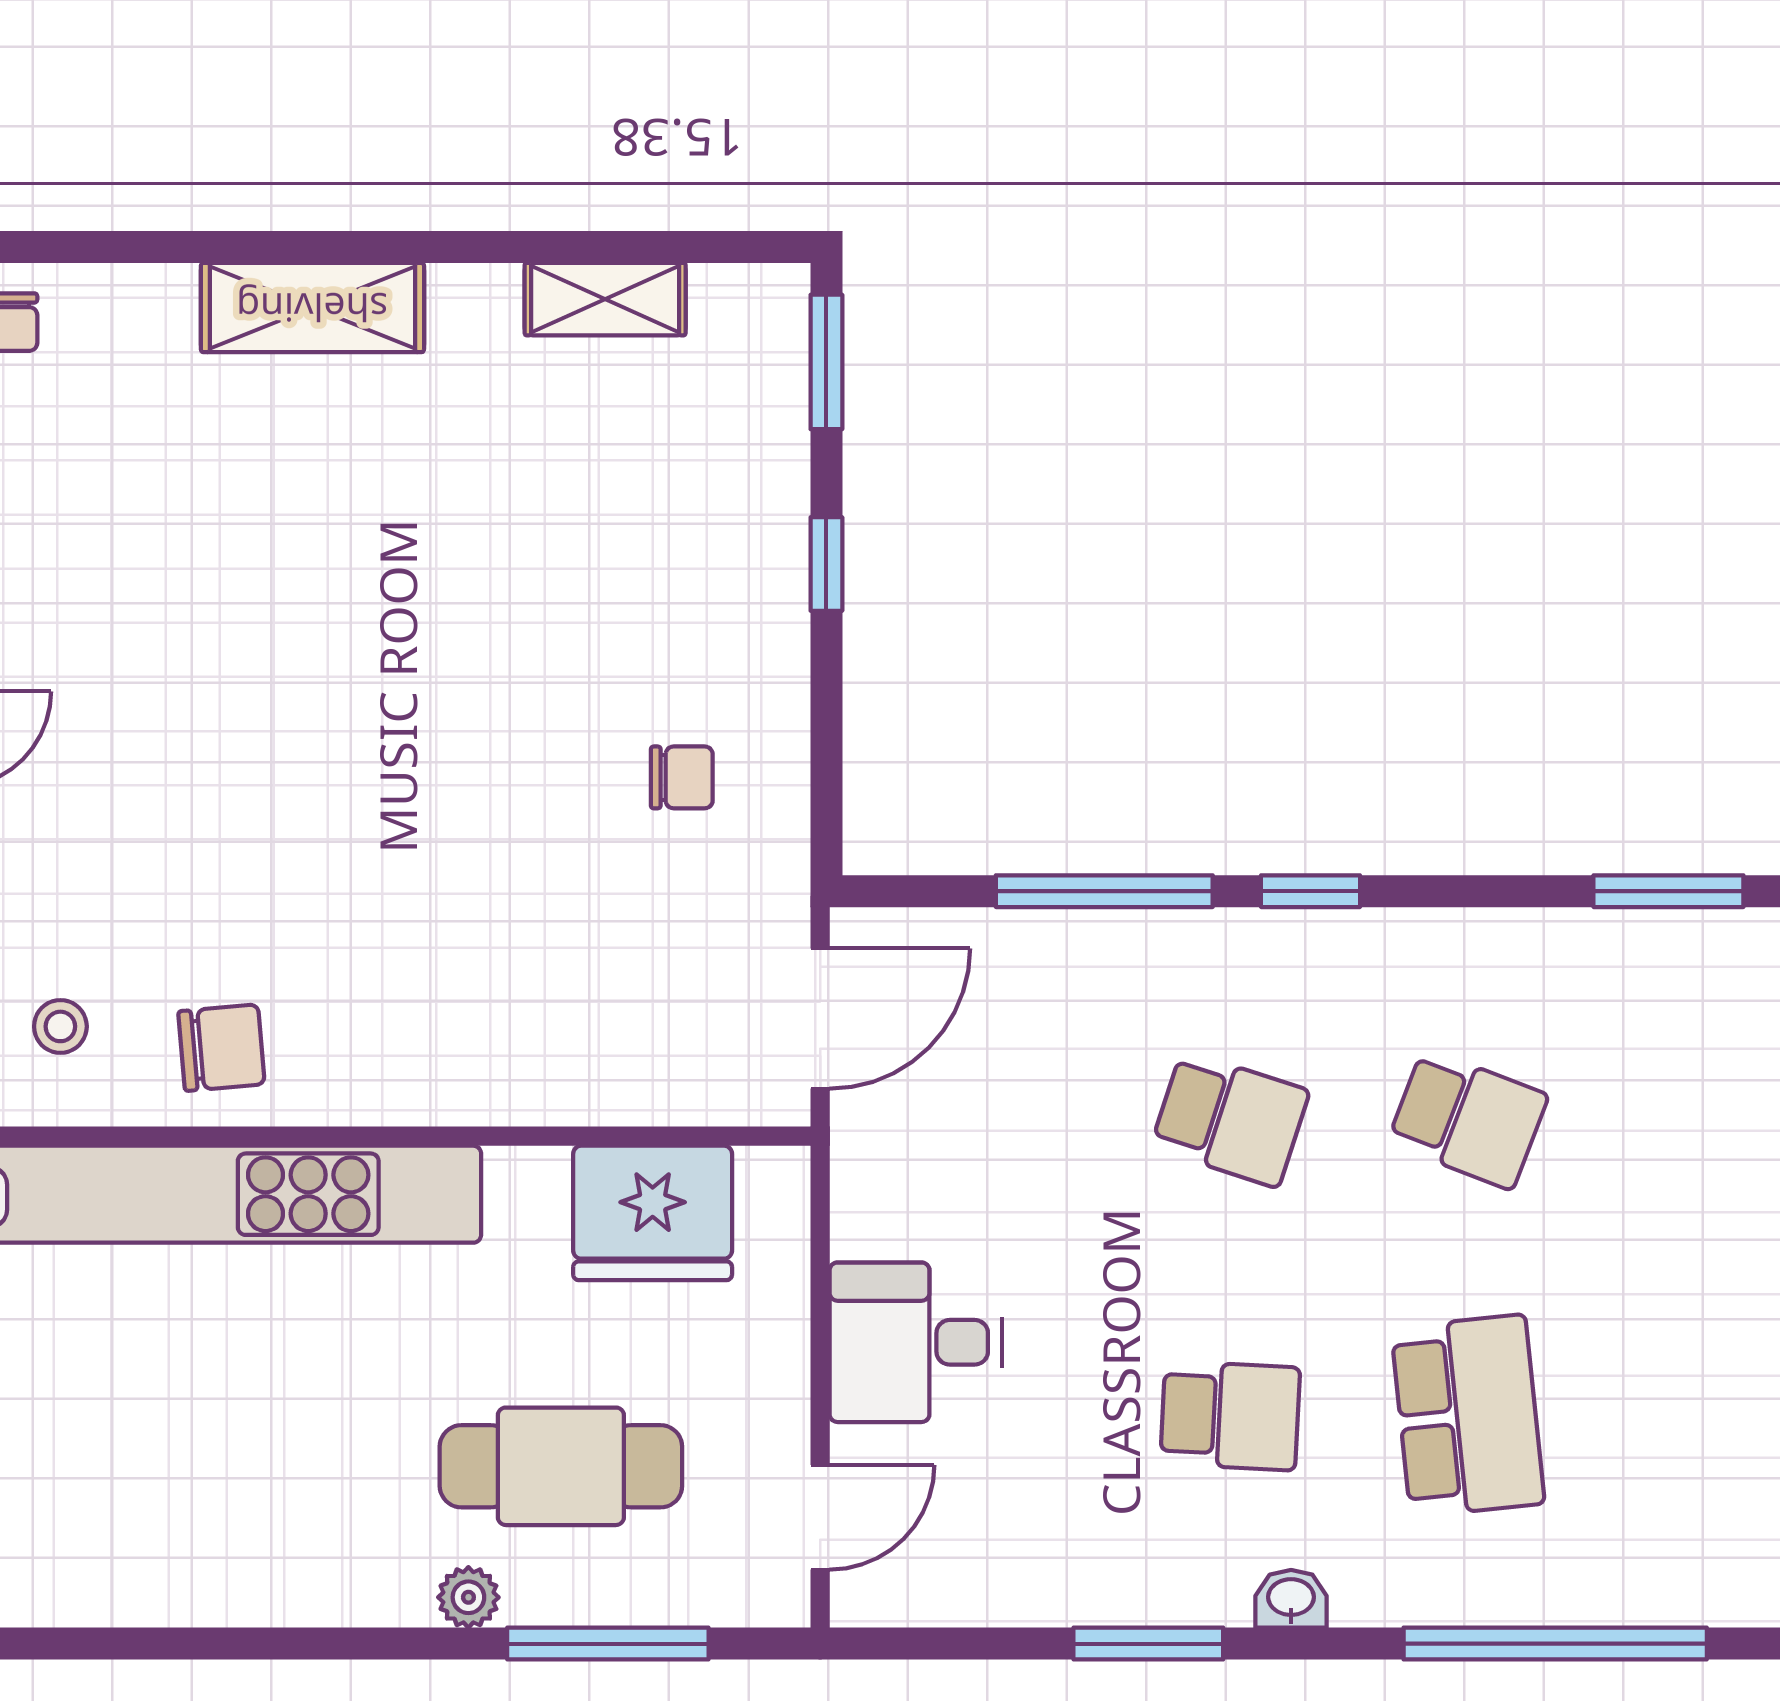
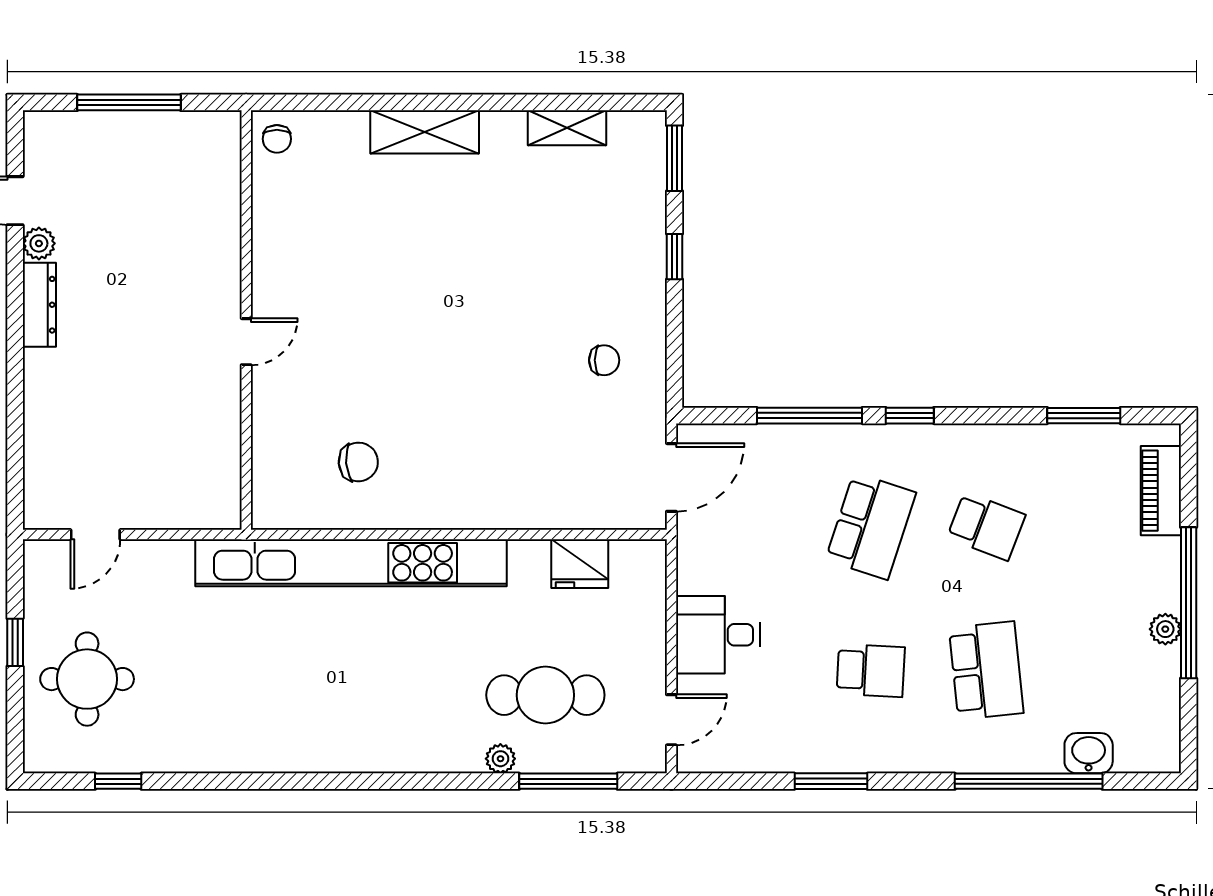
stool: (60, 1026) -> (302, 481), removed
chair: (221, 1048) -> (358, 462), moved
school desk: (1230, 1119) -> (871, 526), width x1.85
fridge: (653, 1213) -> (580, 564), width x0.73, depth x0.75
washbasin: (1291, 1599) -> (1089, 753), moved, width x1.38, depth x1.45

